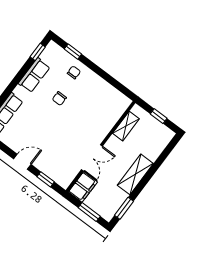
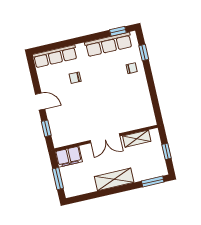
row of seats: (34, 75) -> (109, 44), width x1.48
chair: (59, 98) -> (75, 78), moved
double door: (92, 158) -> (105, 138), moved
window: (124, 208) -> (153, 181), moved

